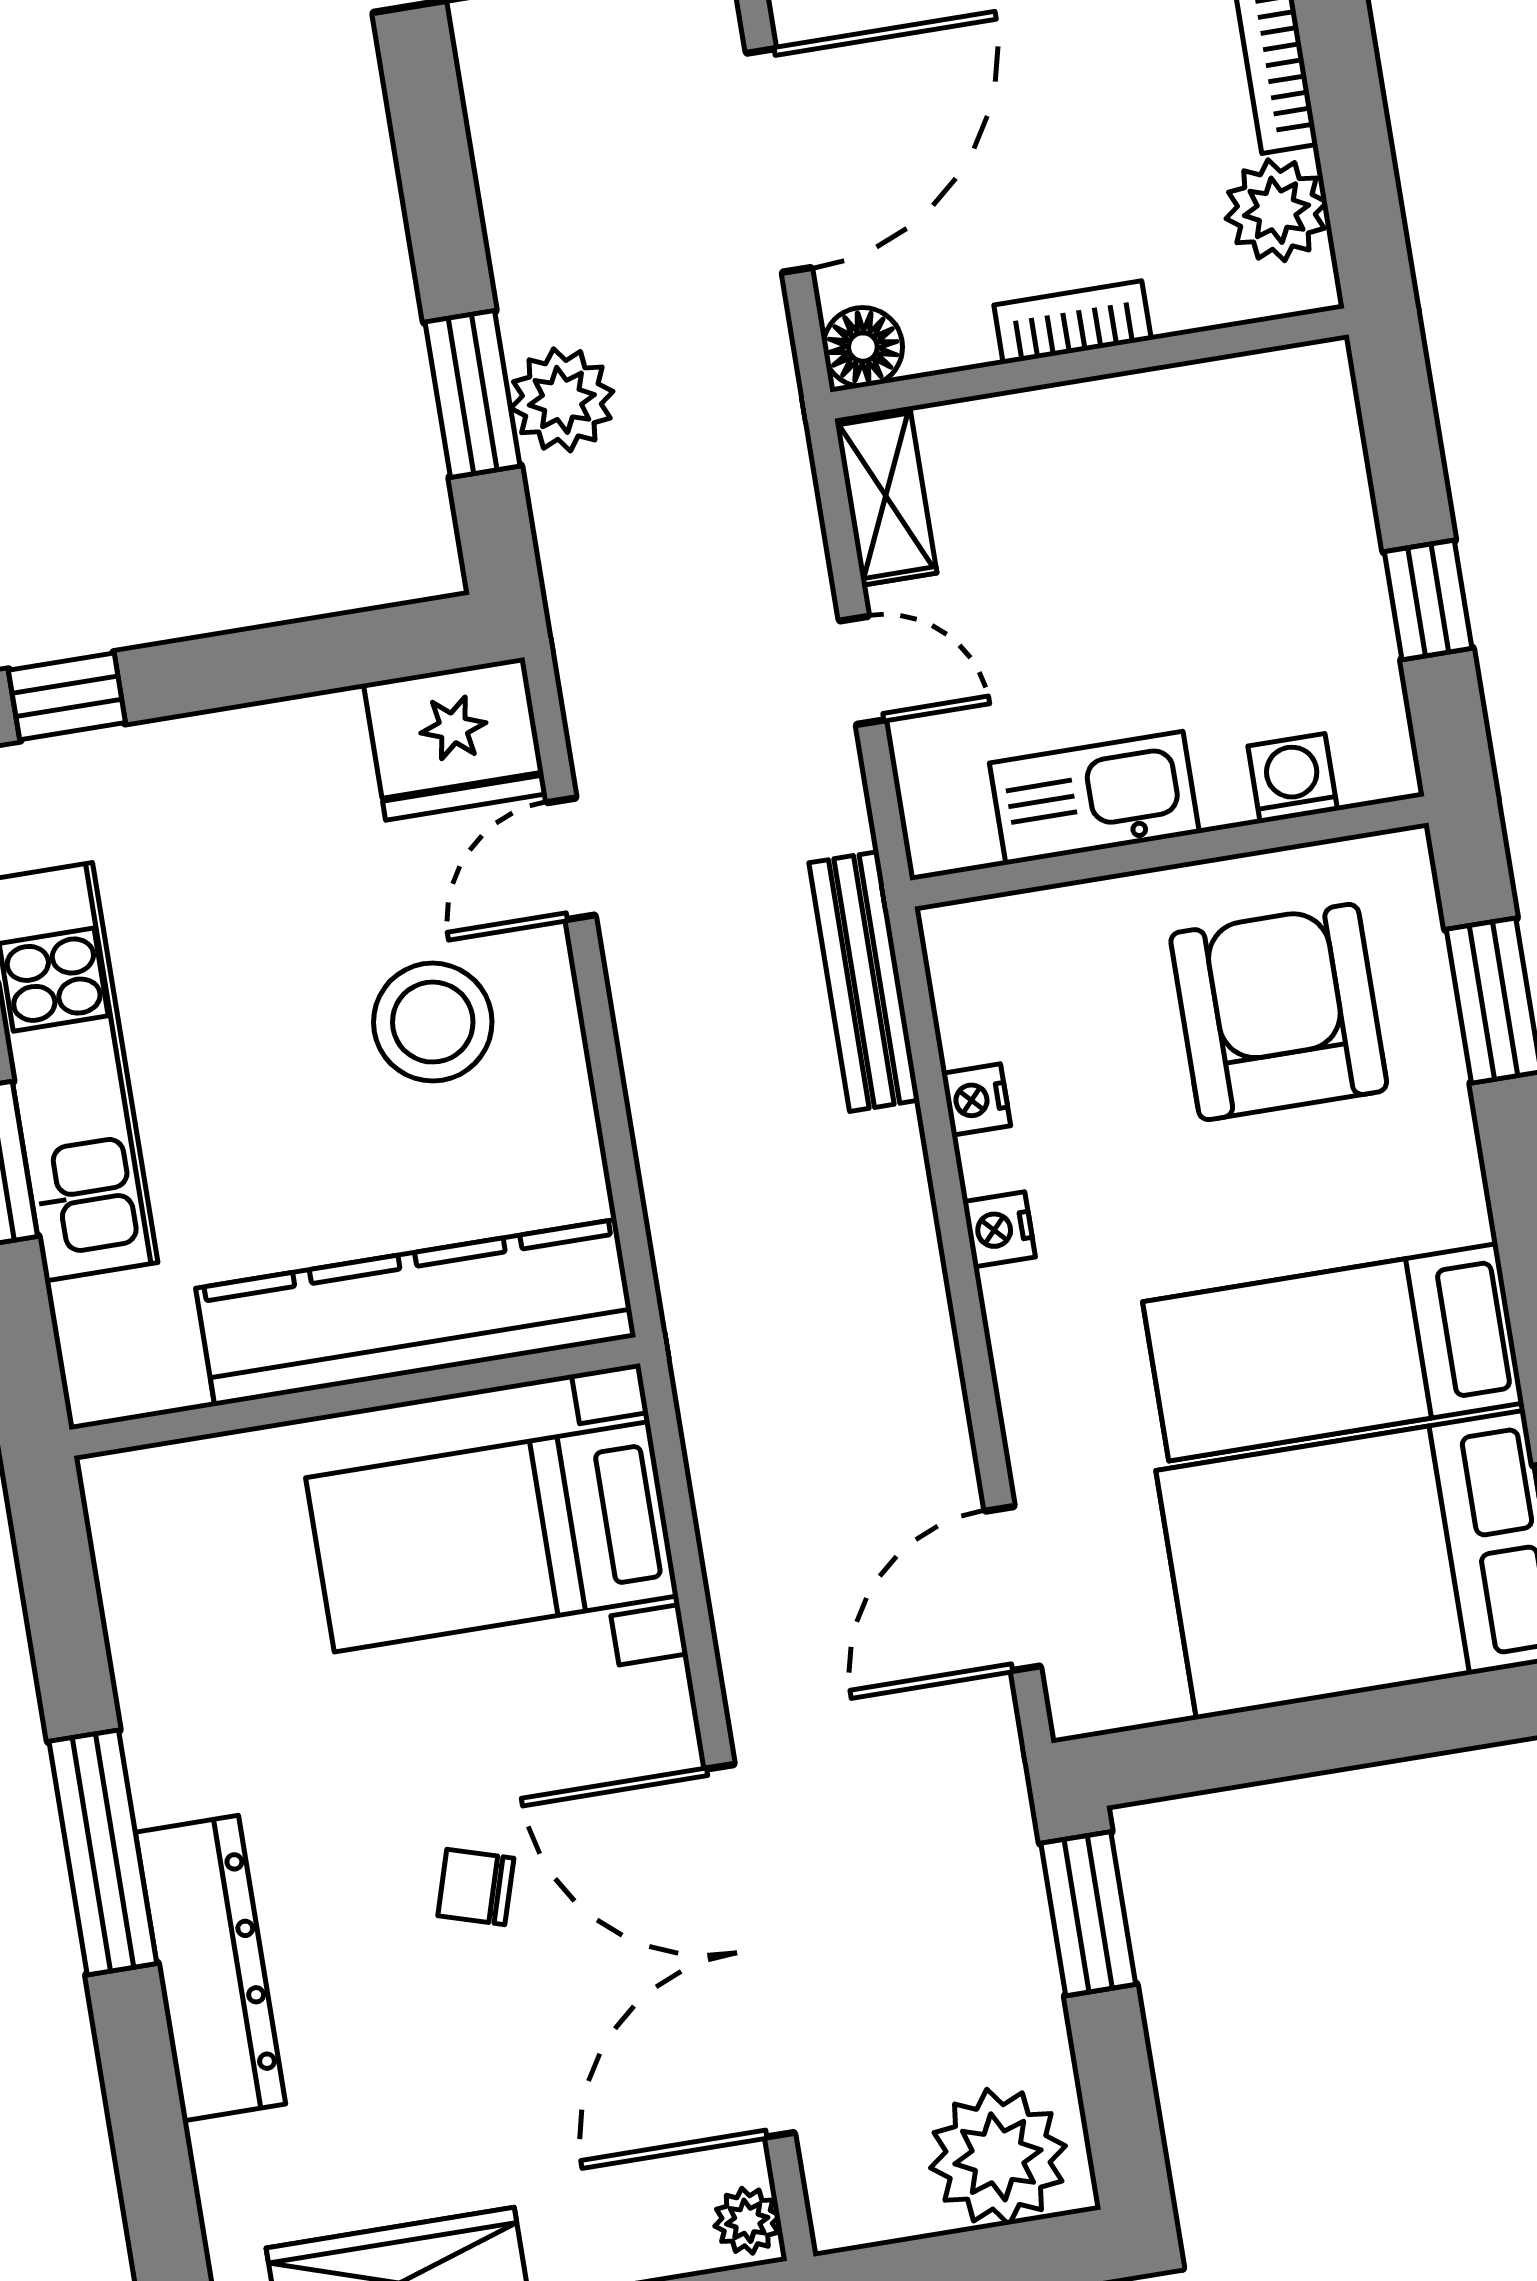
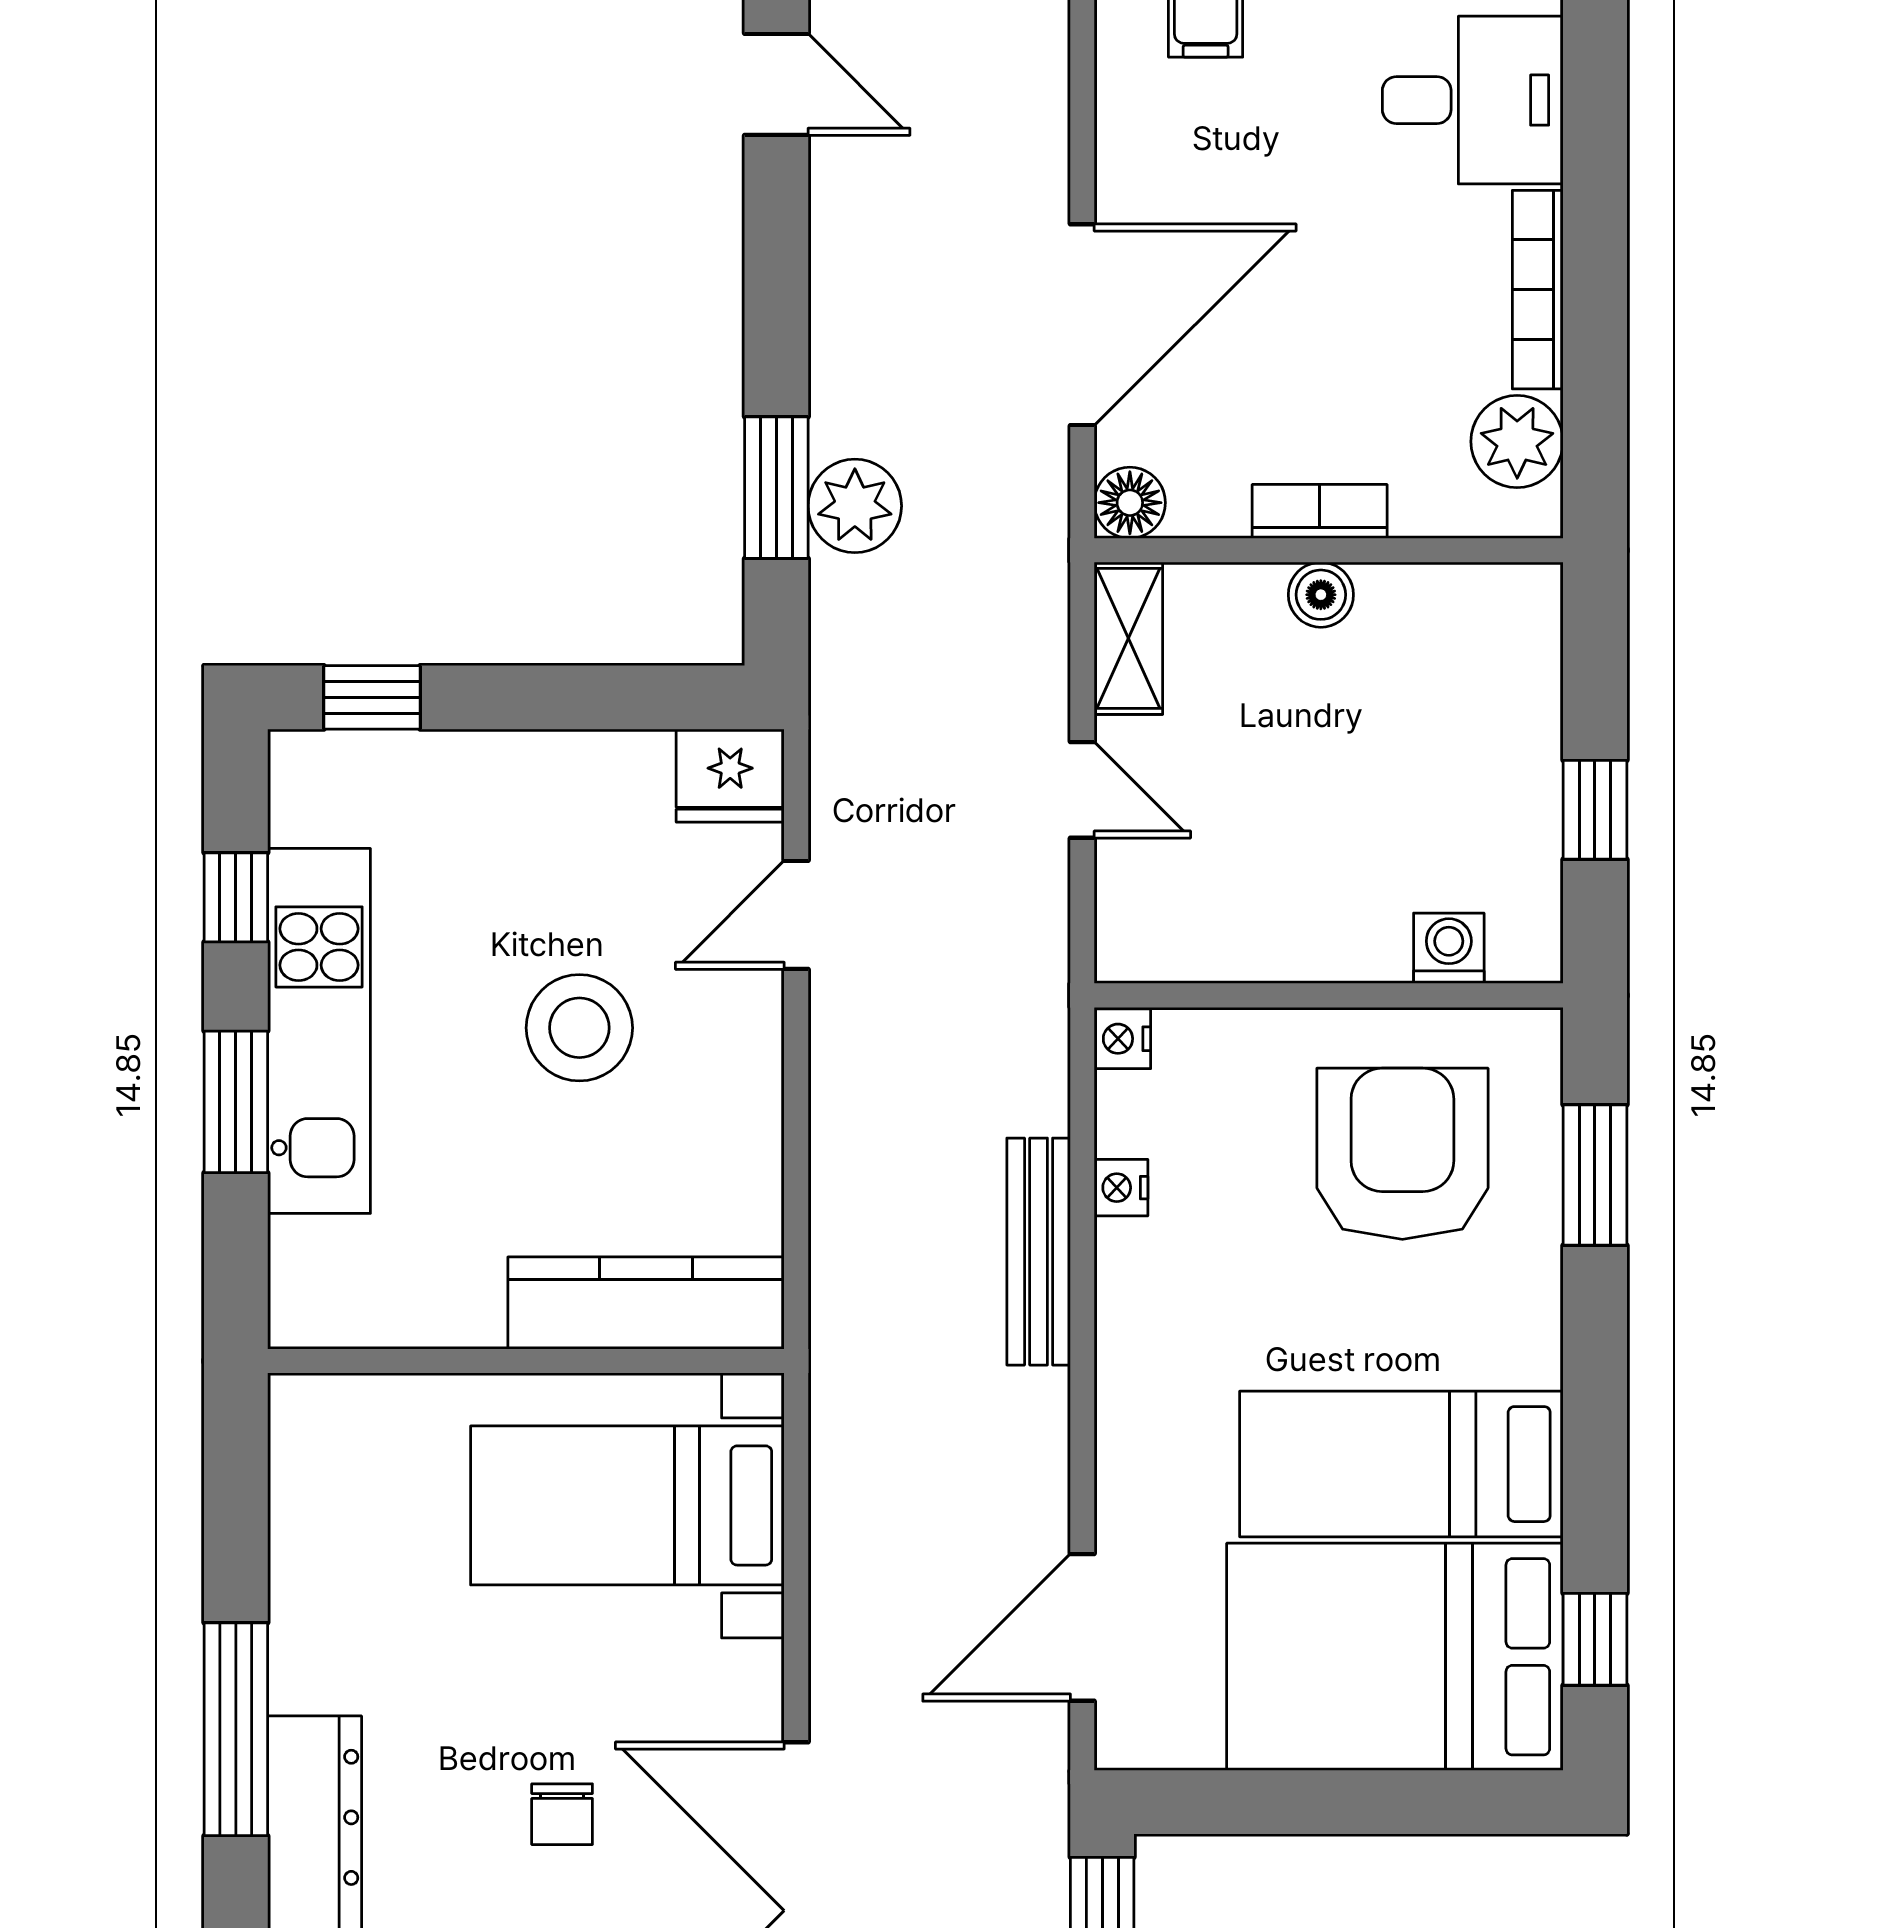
boiler: (1089, 414) -> (1321, 595), added
fridge: (455, 739) -> (730, 776), width x0.73, depth x0.75
kitchen sink: (1094, 798) -> (1270, 937), removed
bench: (864, 981) -> (1039, 1252), moved
stool: (433, 1022) -> (579, 1028), moved
nightstand: (999, 1229) -> (1122, 1039), moved
kitchen counter: (416, 1313) -> (646, 1303), width x0.72, depth x0.86
chair: (476, 1887) -> (562, 1814), turned -107

